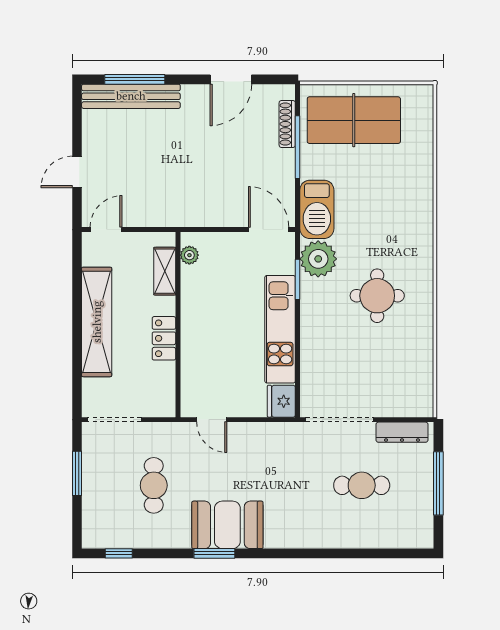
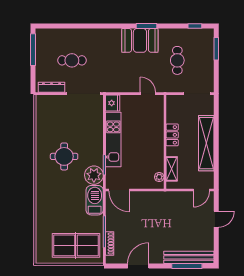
window: (77, 473) -> (216, 49), moved
window: (438, 483) -> (33, 50), moved

